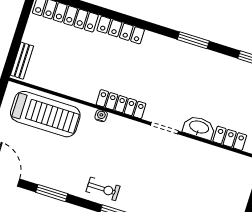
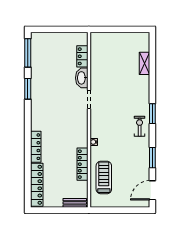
window: (193, 40) -> (28, 89), moved
locker: (121, 104) -> (82, 164), moved
treadmill: (45, 114) -> (104, 178), width x0.73, depth x0.73

